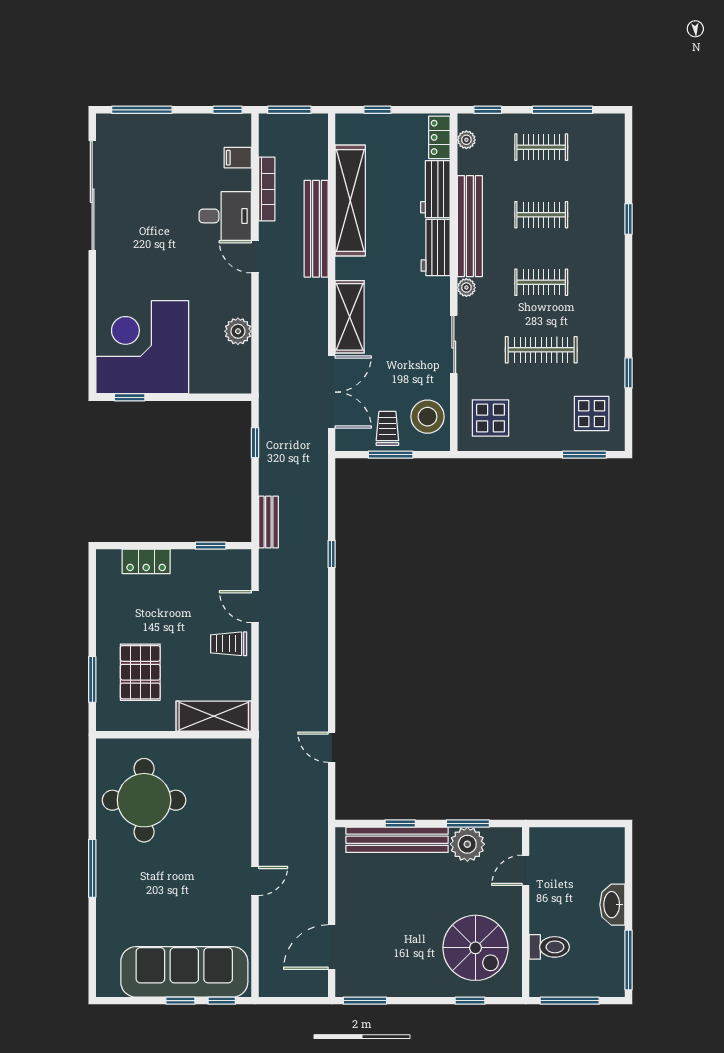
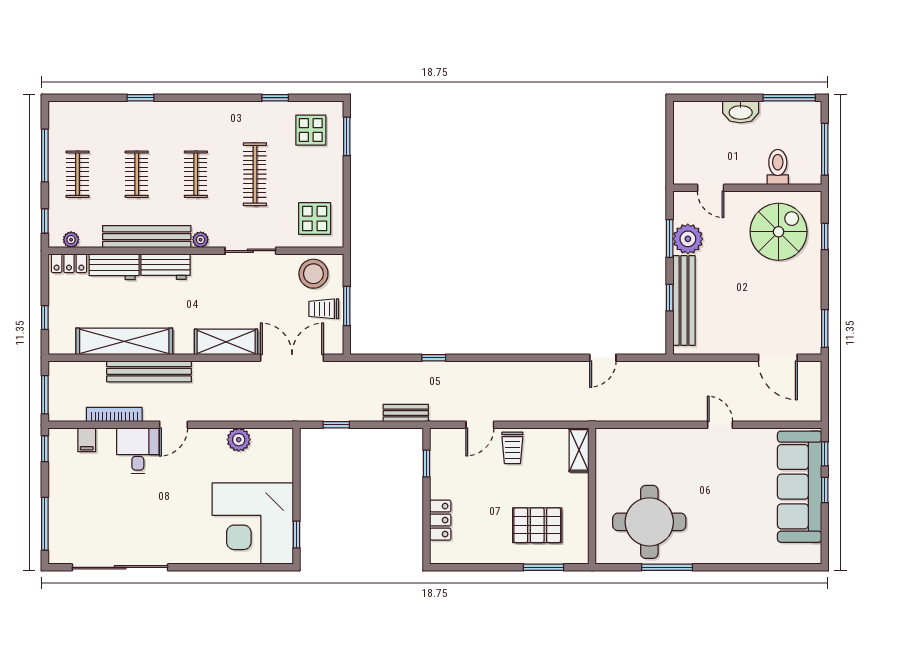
shelving: (214, 716) -> (579, 450), width x0.67, depth x0.75
window: (92, 868) -> (667, 567), moved

